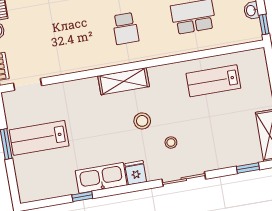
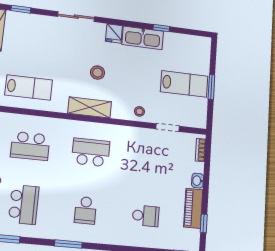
school desk: (125, 28) -> (91, 152), width x1.85
shelving: (124, 81) -> (90, 107), moved
doorway: (28, 84) -> (168, 128), moved
stool: (171, 143) -> (139, 111), moved

